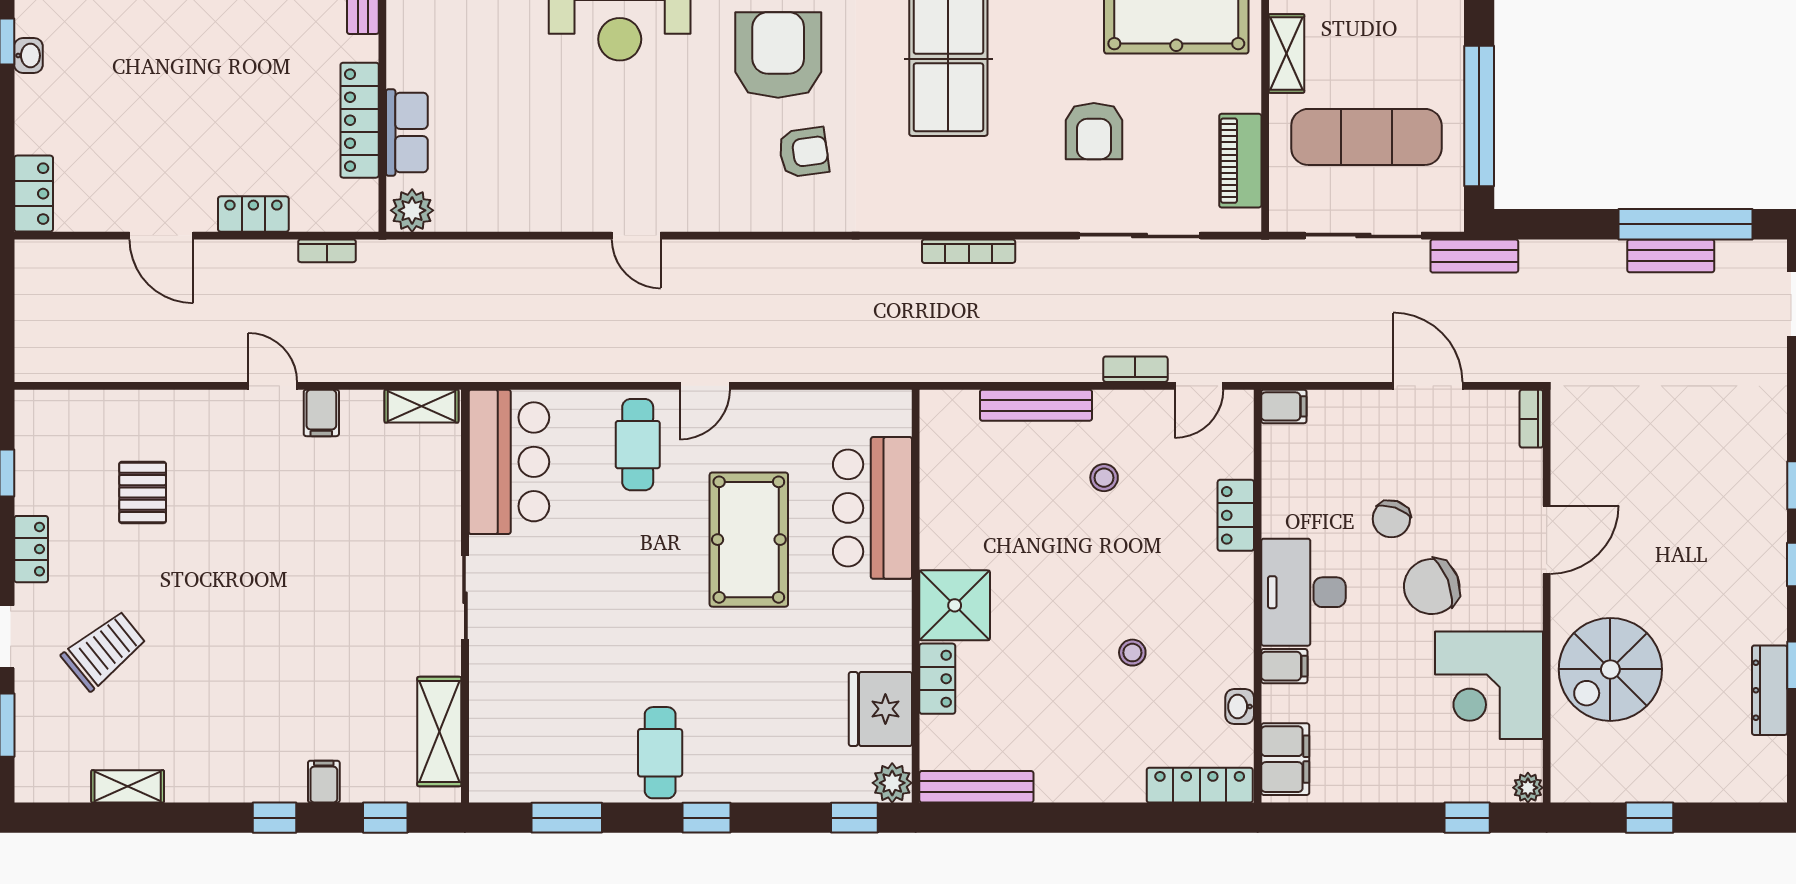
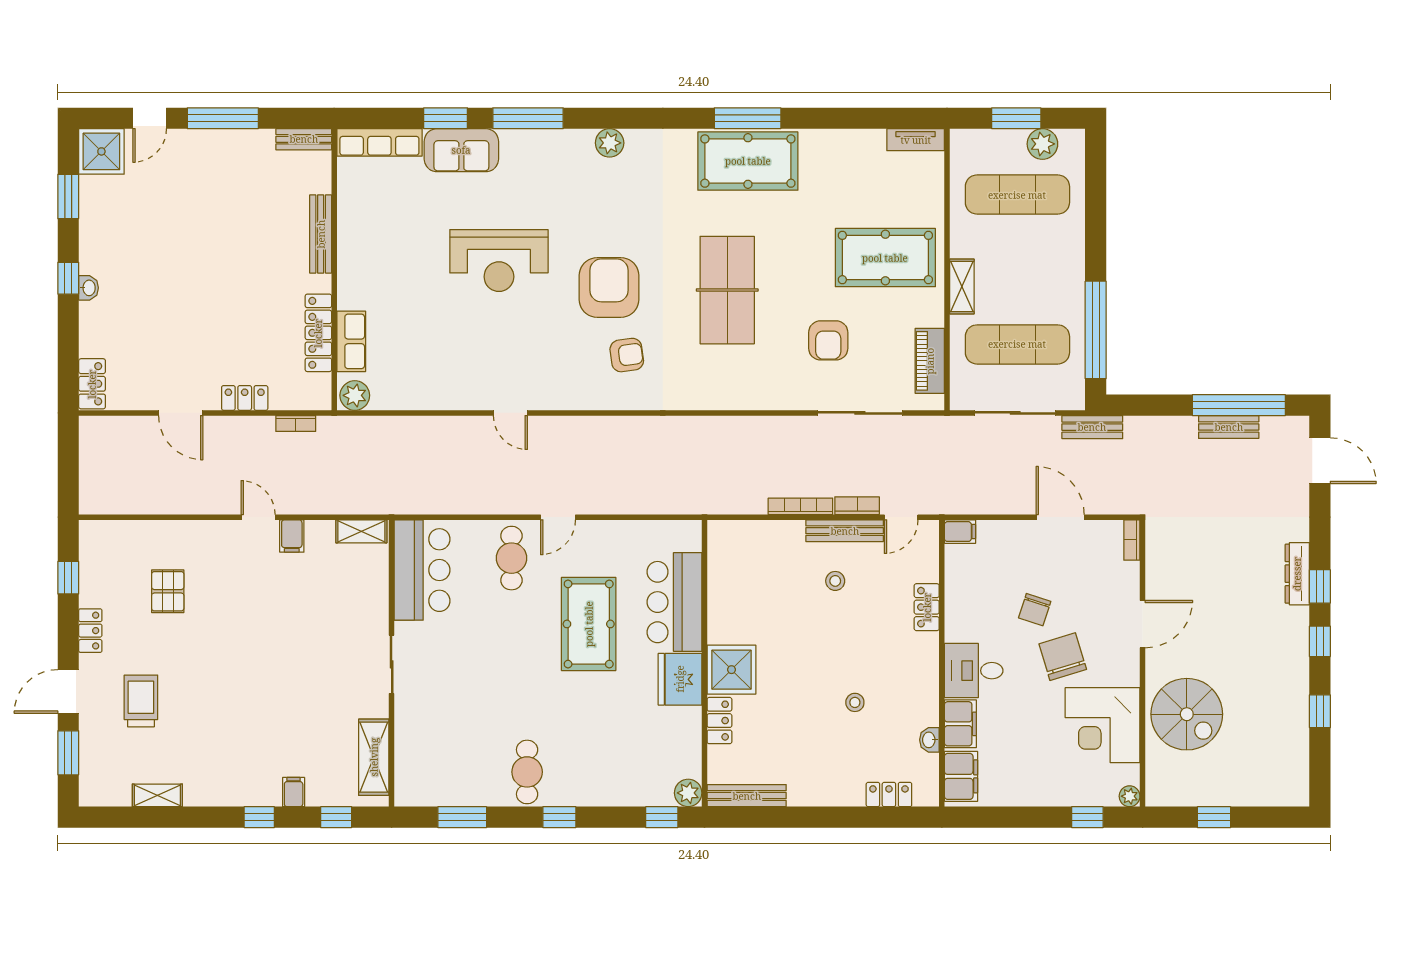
bookcase: (969, 251) -> (800, 506), moved, turned 180
bench: (1036, 405) -> (845, 531), moved
chair: (1432, 587) -> (1063, 657), turned 94
desk: (1303, 592) -> (974, 671), width x0.73
trolley: (104, 650) -> (141, 701), turned -51
filing cabinet: (1284, 666) -> (960, 724), width x2.00
spiral stairs: (1610, 669) -> (1187, 714), turned -90
dresser: (1770, 690) -> (1297, 574), moved
fridge: (880, 709) -> (680, 679), moved
locker: (1200, 785) -> (889, 794), width x0.66

